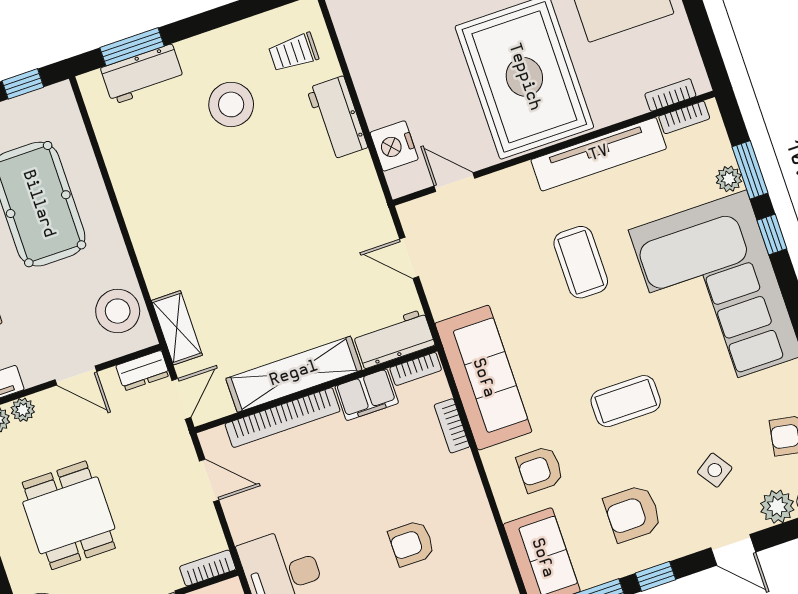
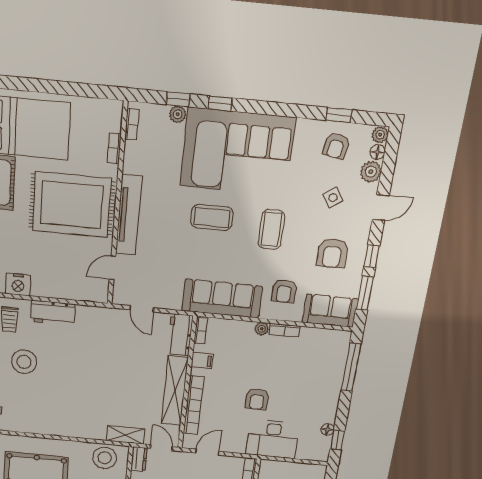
bookcase: (670, 95) -> (114, 148), moved
nightstand: (394, 146) -> (18, 284), moved
tv unit: (599, 154) -> (129, 215), moved
window: (750, 170) -> (178, 99), width x0.67
door: (409, 258) -> (142, 309), hinge flipped
coffee table: (581, 262) -> (212, 217), moved
filing cabinet: (367, 395) -> (202, 361), width x0.50
bookcase: (452, 426) -> (285, 330), moved
plant: (463, 465) -> (262, 329), added
armchair: (412, 543) -> (257, 399), moved

